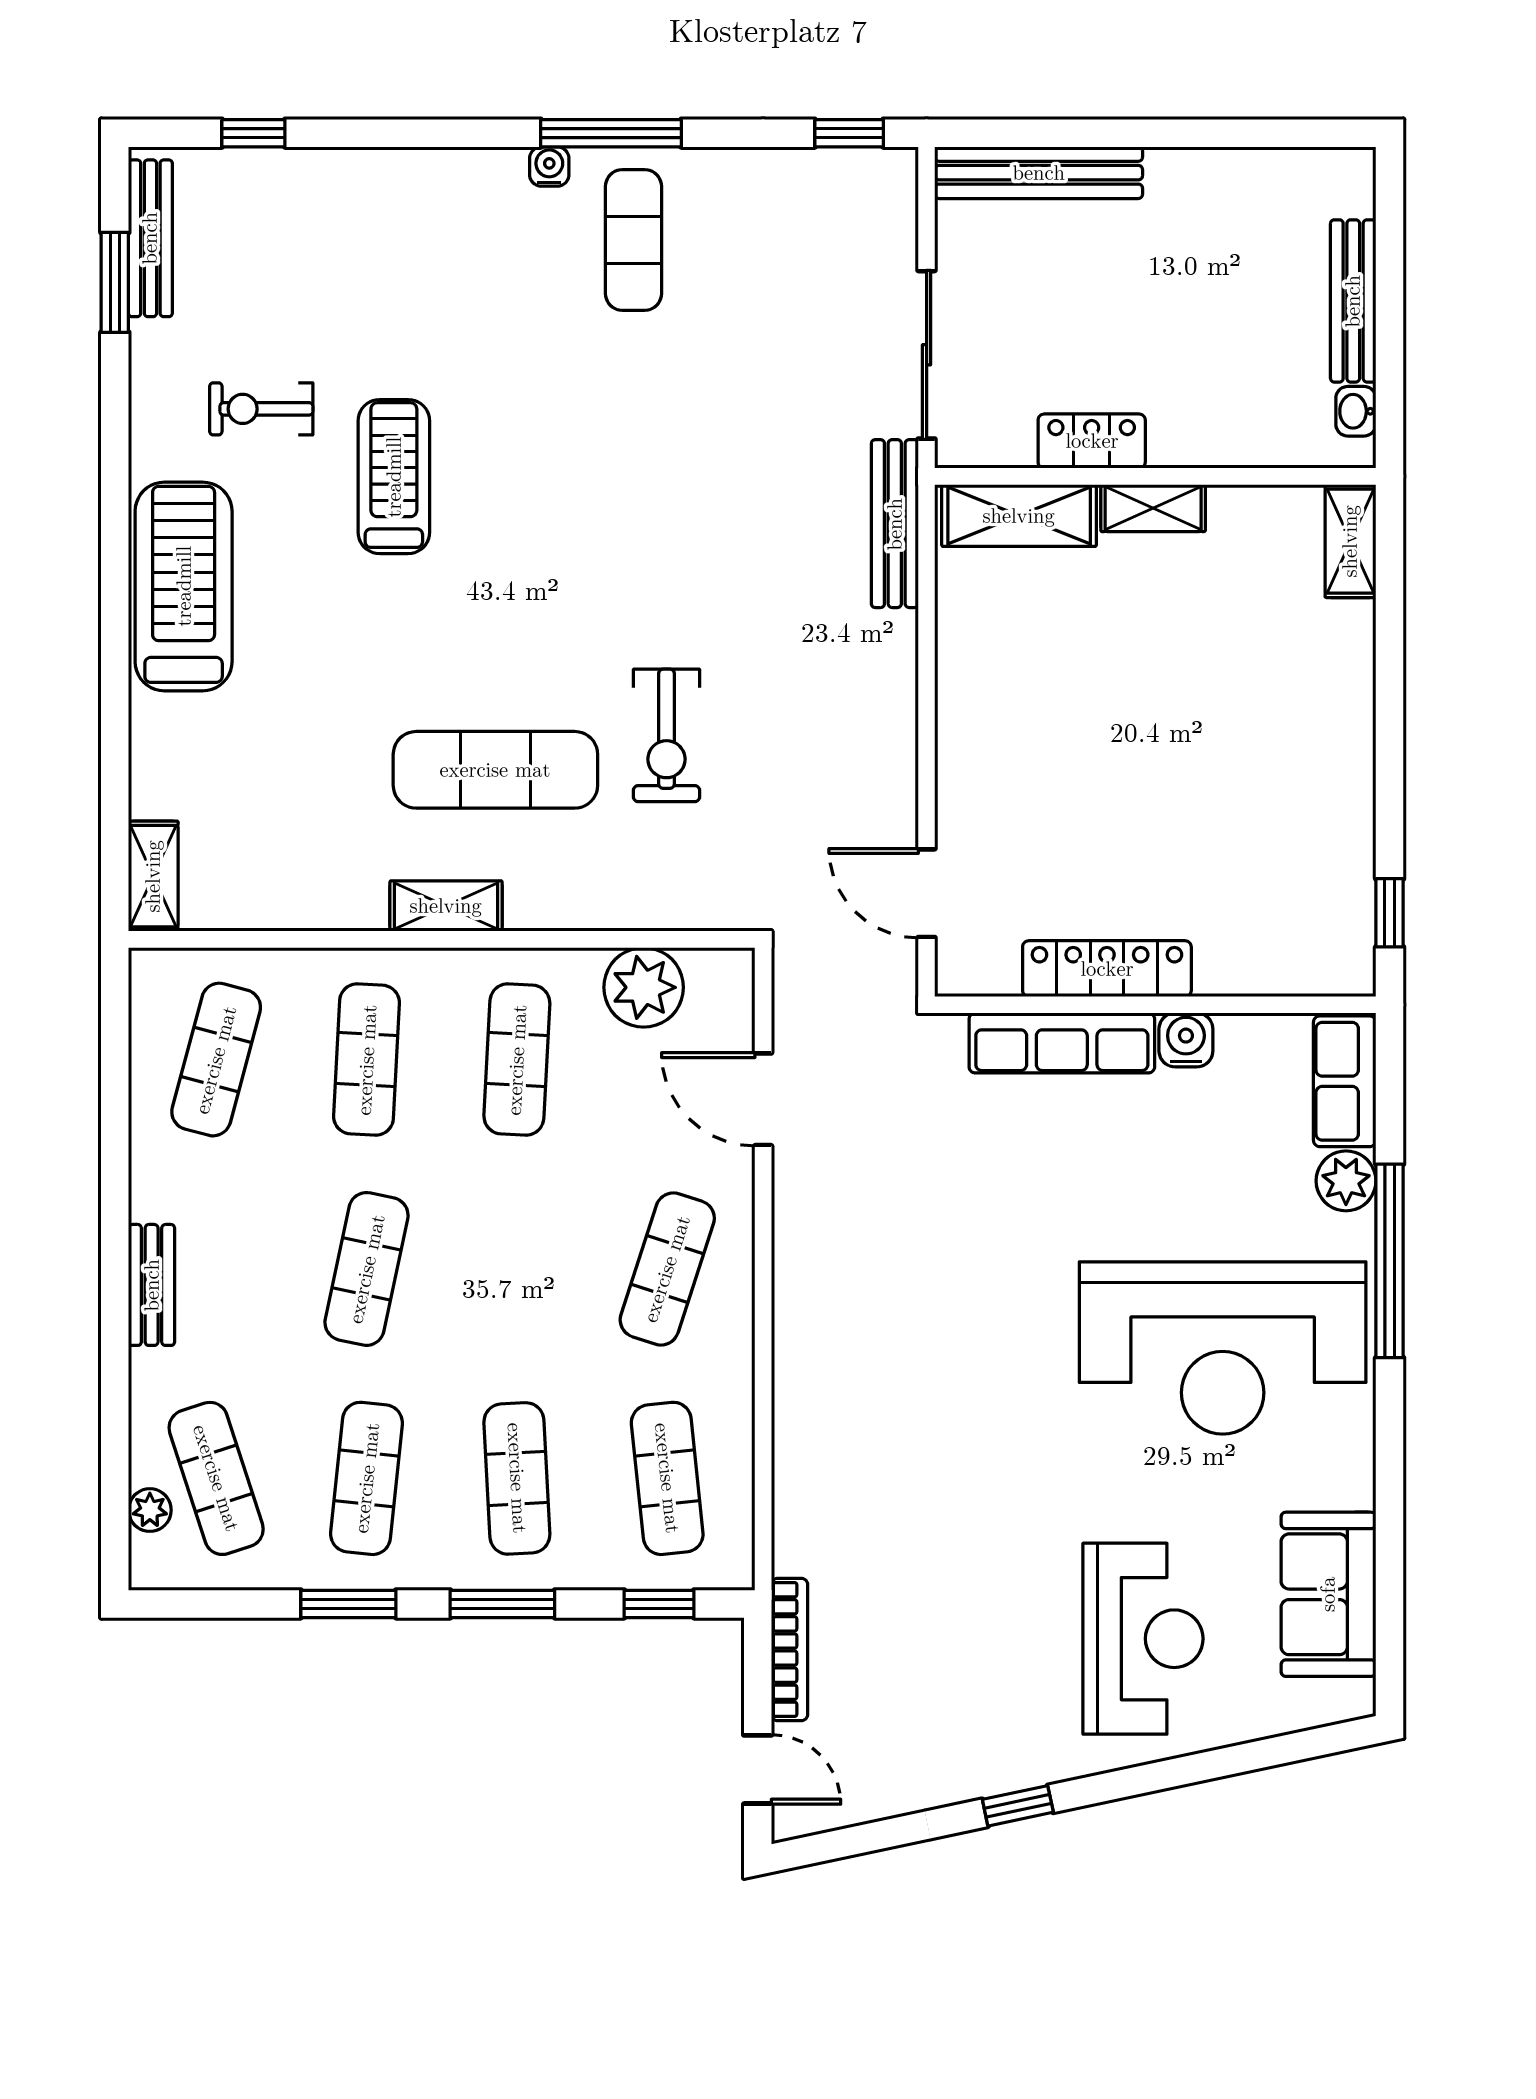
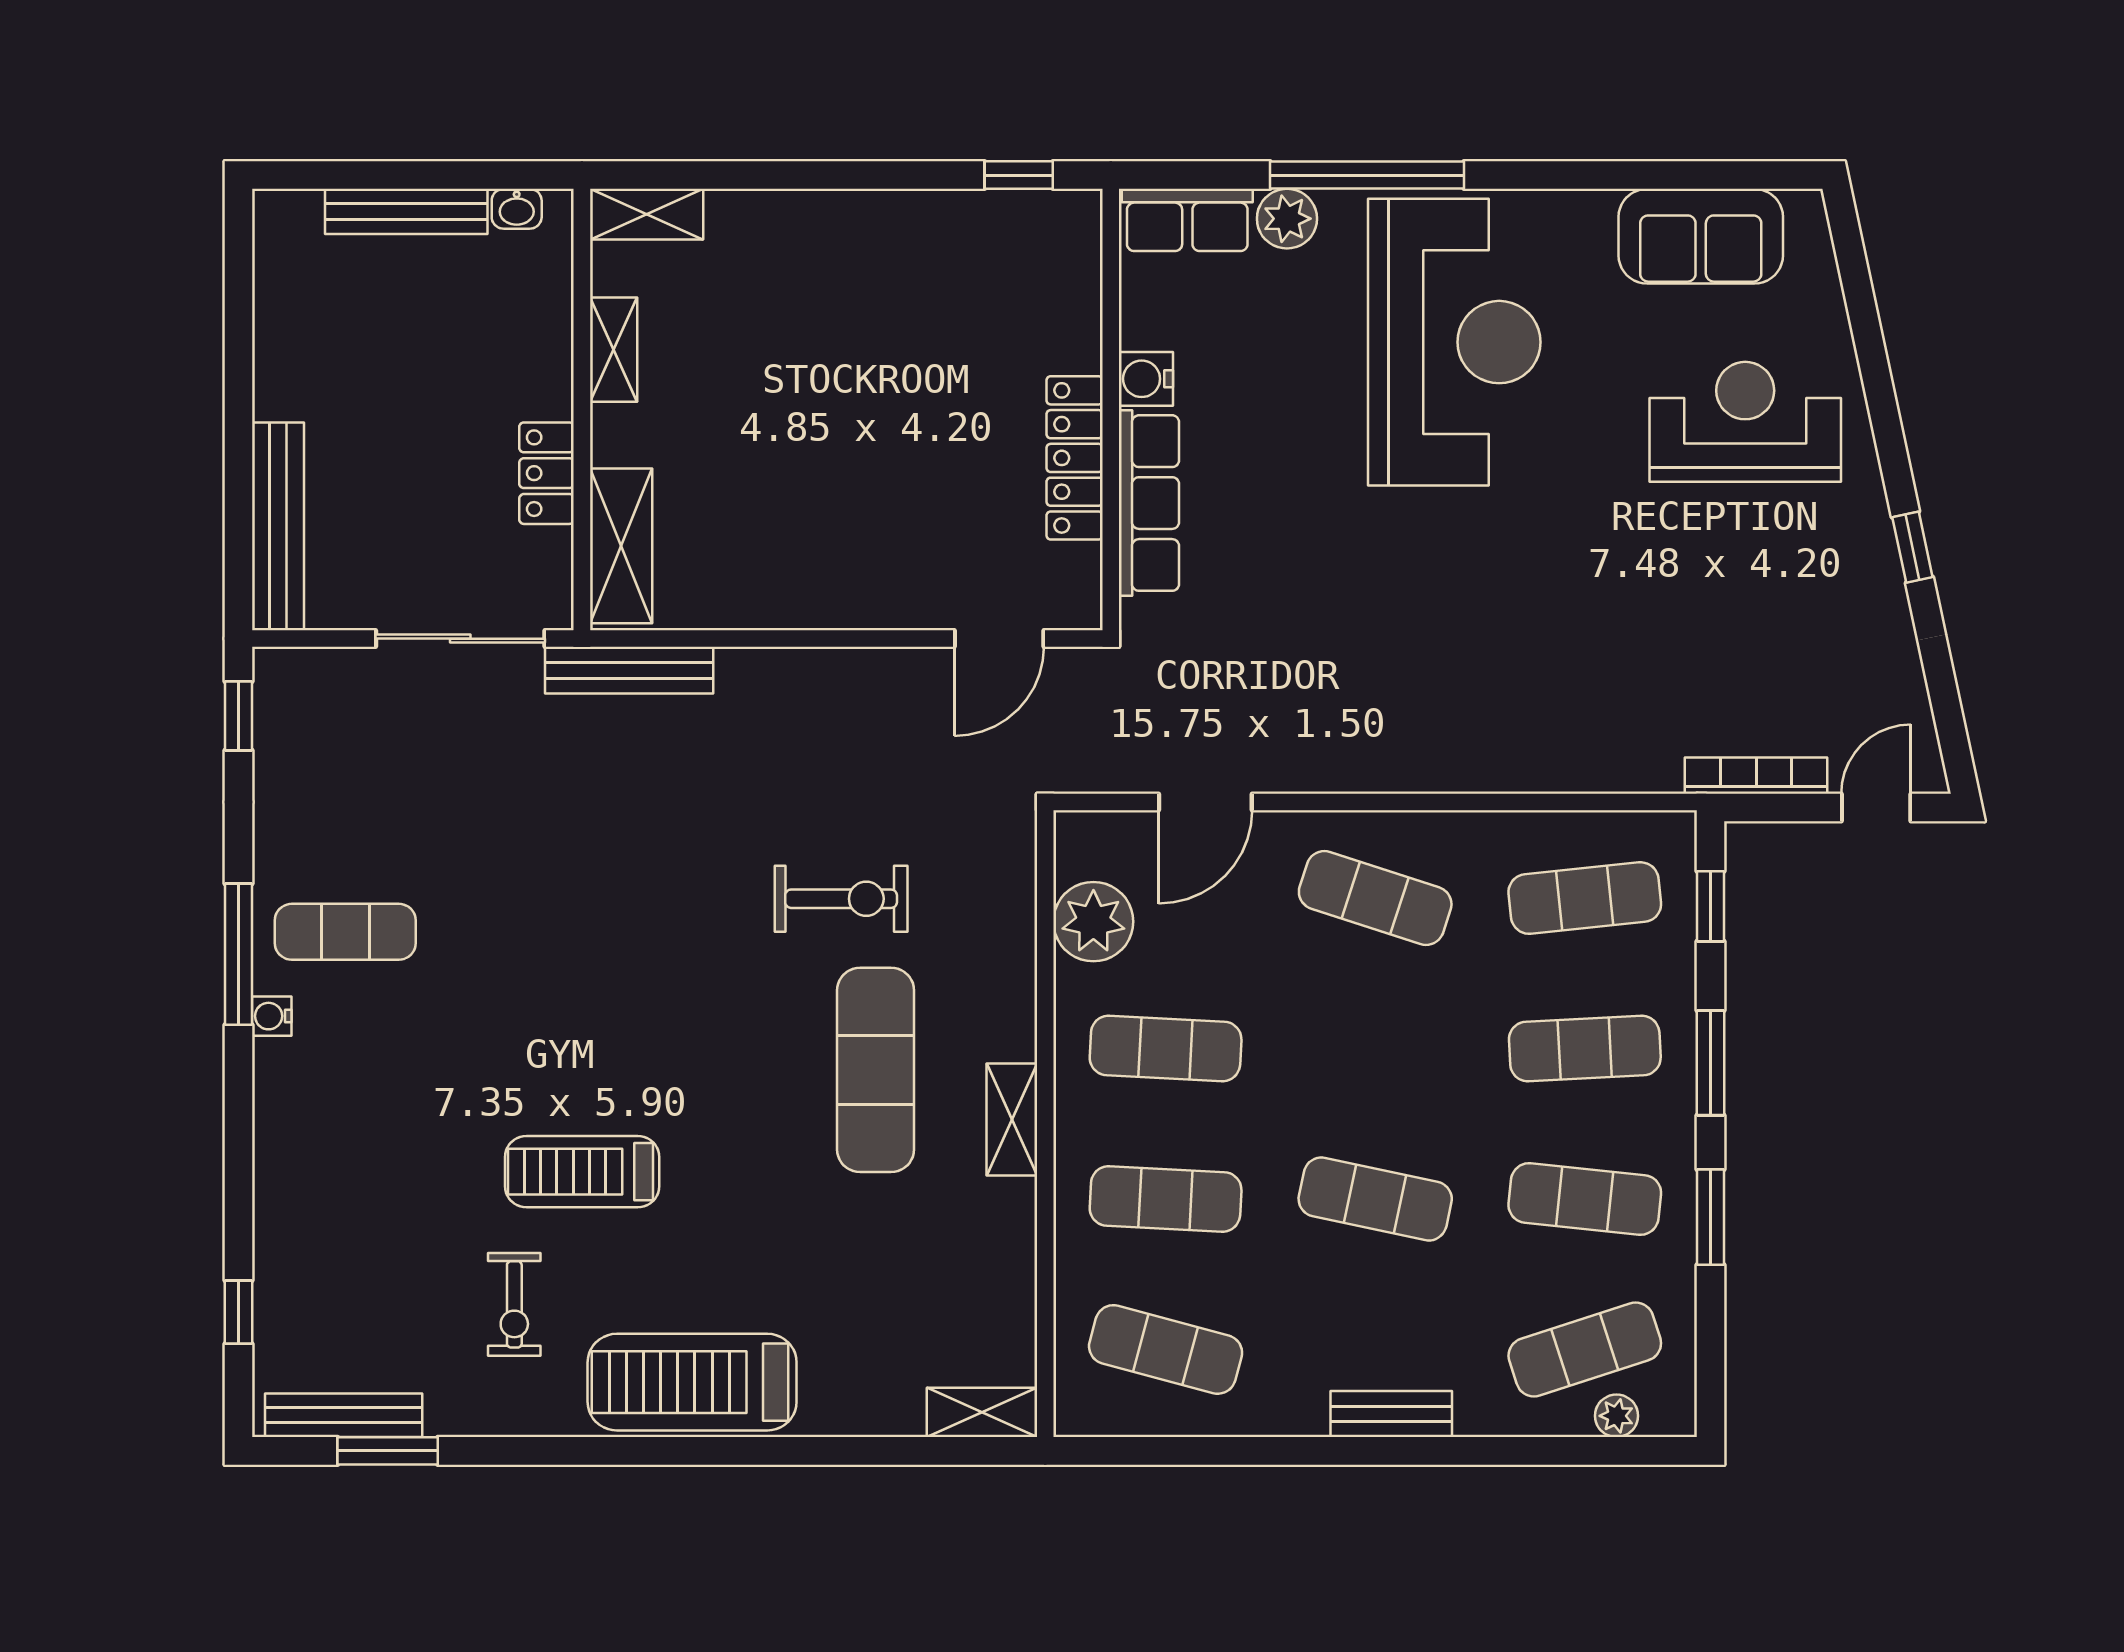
shelving: (1153, 508) -> (614, 350), moved

